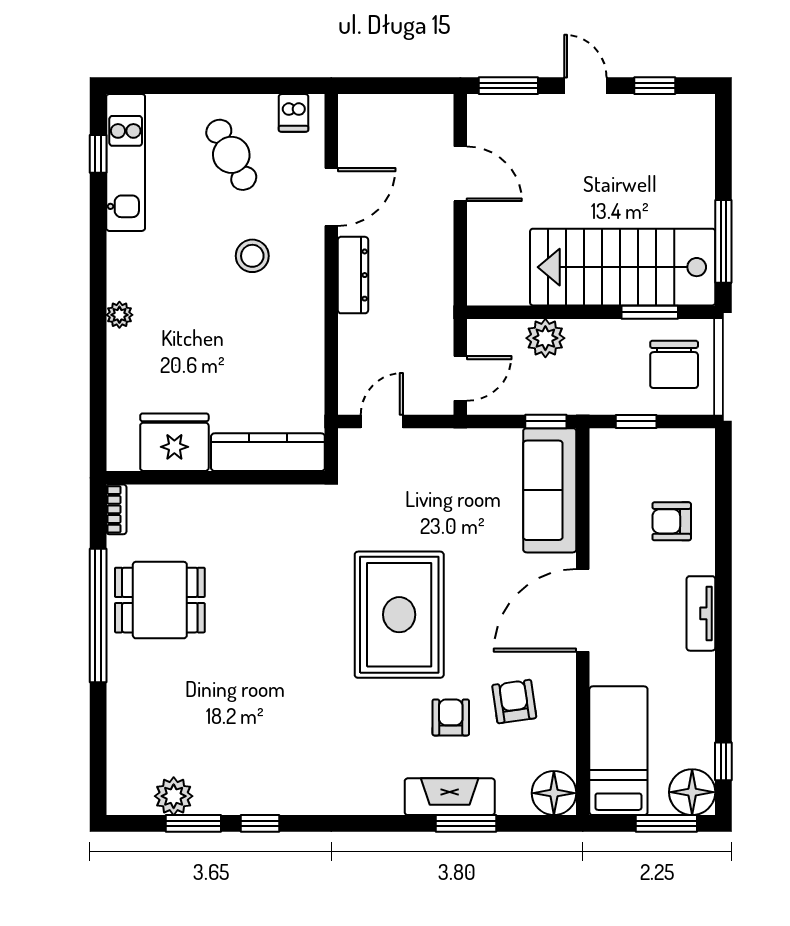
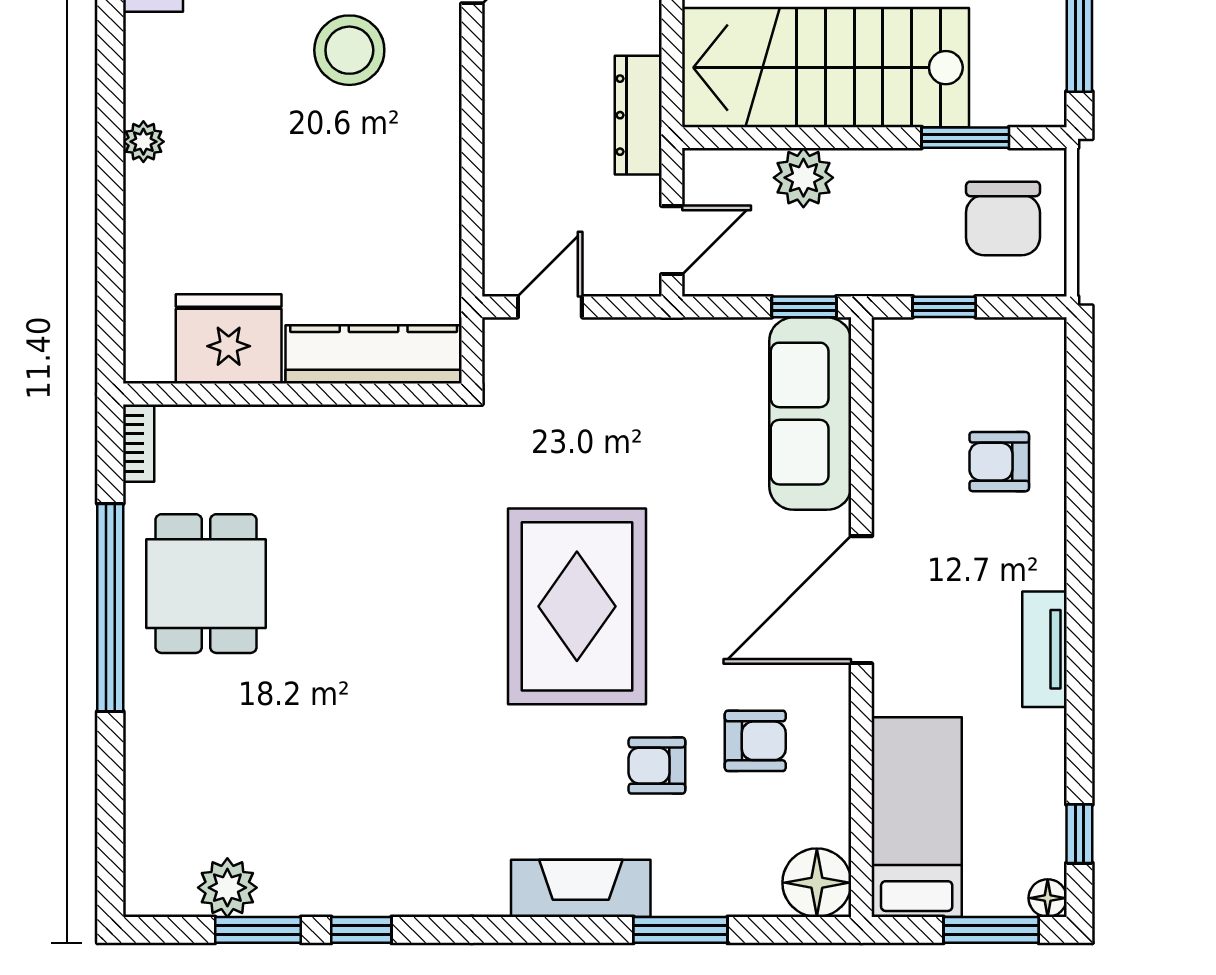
stool: (252, 256) -> (349, 50), width x1.38, depth x1.38
stairs: (623, 267) -> (825, 68), moved
dresser: (353, 275) -> (638, 115), moved, turned 180
dining table: (160, 600) -> (206, 584), turned 90
tv unit: (701, 613) -> (1045, 649), moved
armchair: (514, 701) -> (755, 741), turned 98
armchair: (451, 717) -> (657, 766), turned -90
floor lamp: (692, 792) -> (1048, 898), width x0.53, depth x0.53
fireplace: (450, 797) -> (581, 888), moved

